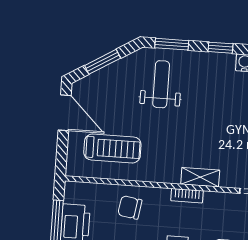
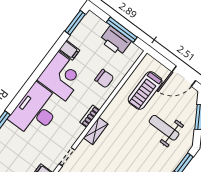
weight bench: (161, 84) -> (164, 128), moved, turned 180
chair: (130, 207) -> (104, 79), turned 81

